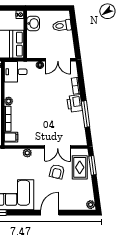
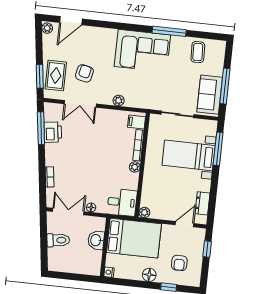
washbasin: (33, 23) -> (96, 240), moved
toilet: (62, 26) -> (58, 240), moved
printer: (75, 103) -> (53, 132), moved
window: (86, 114) -> (41, 128), moved
double door: (58, 147) -> (80, 104), swing flipped
door: (50, 213) -> (71, 21), moved

